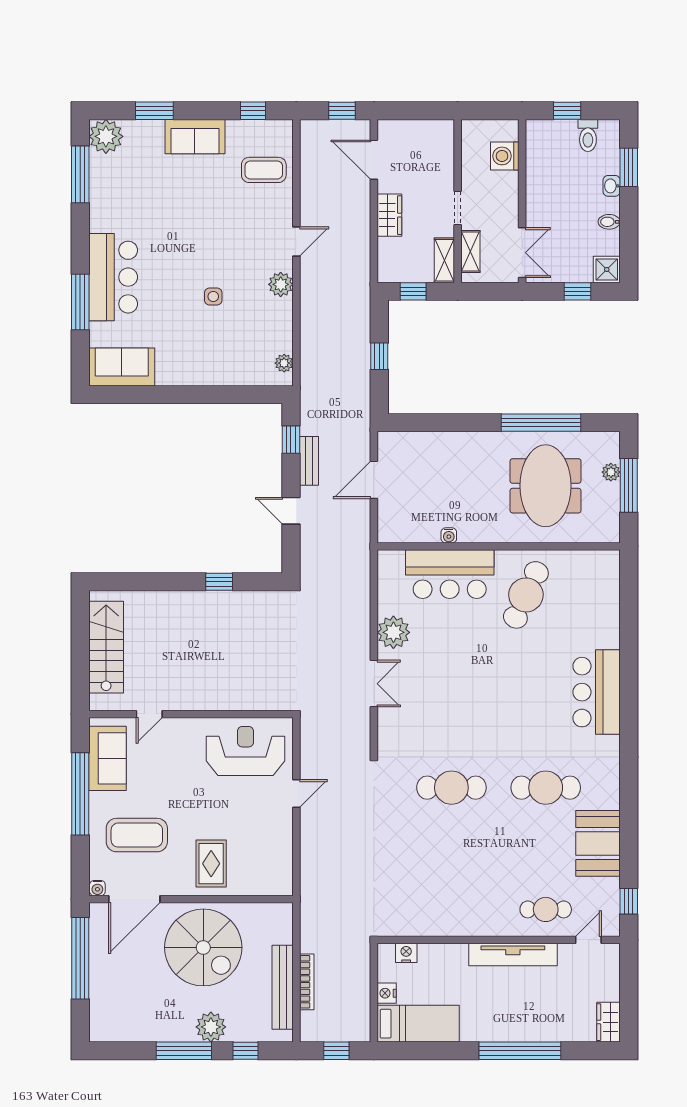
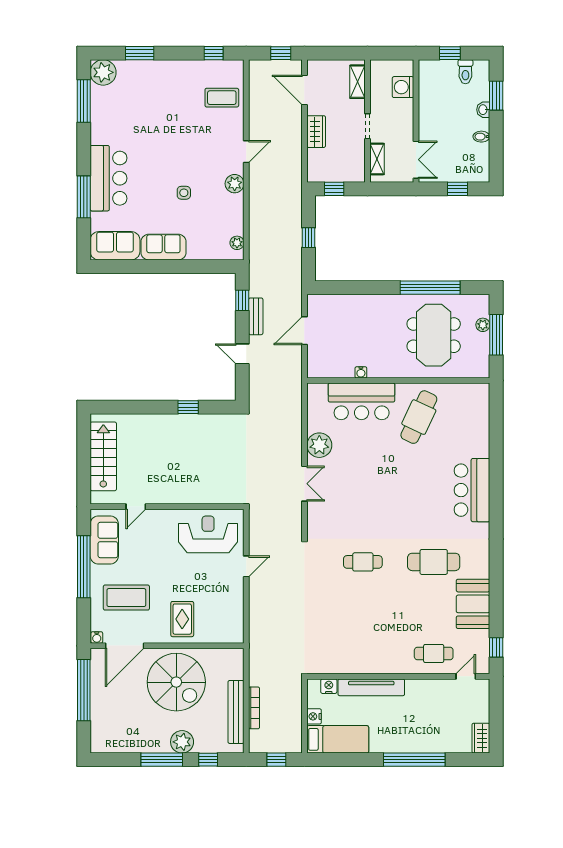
sofa: (195, 137) -> (163, 247), moved, turned 180
shelving: (444, 260) -> (358, 82), moved
shower: (607, 269) -> (480, 172), removed
cafe table: (451, 788) -> (363, 562), width x0.73, depth x0.74
tv unit: (513, 954) -> (371, 687), moved

